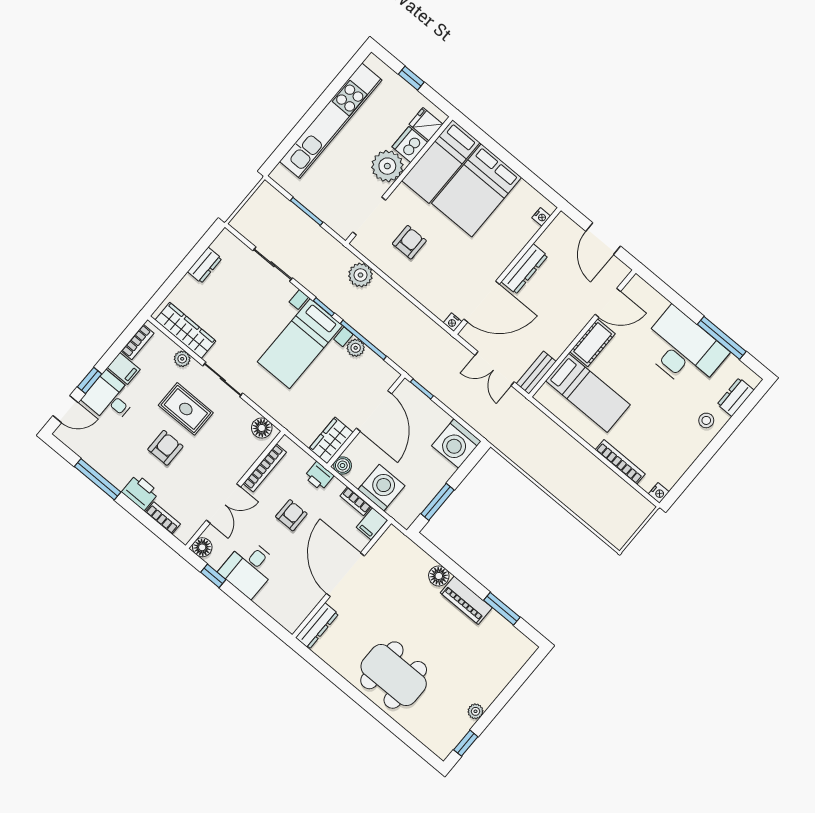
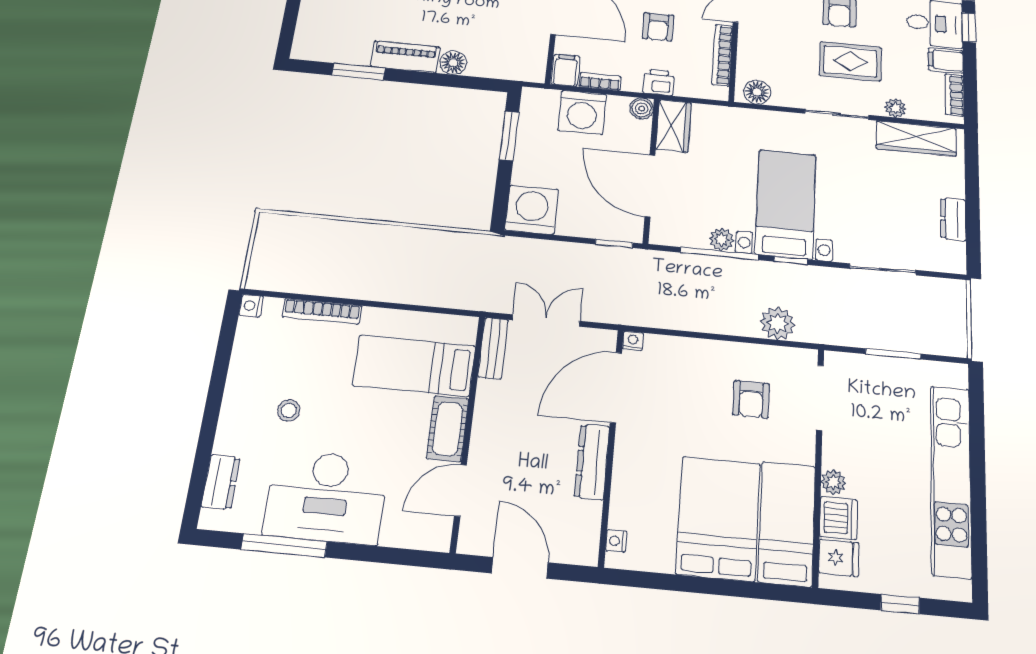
plant: (387, 166) -> (833, 482), width x0.53, depth x0.53
stool: (706, 420) -> (289, 410), moved

